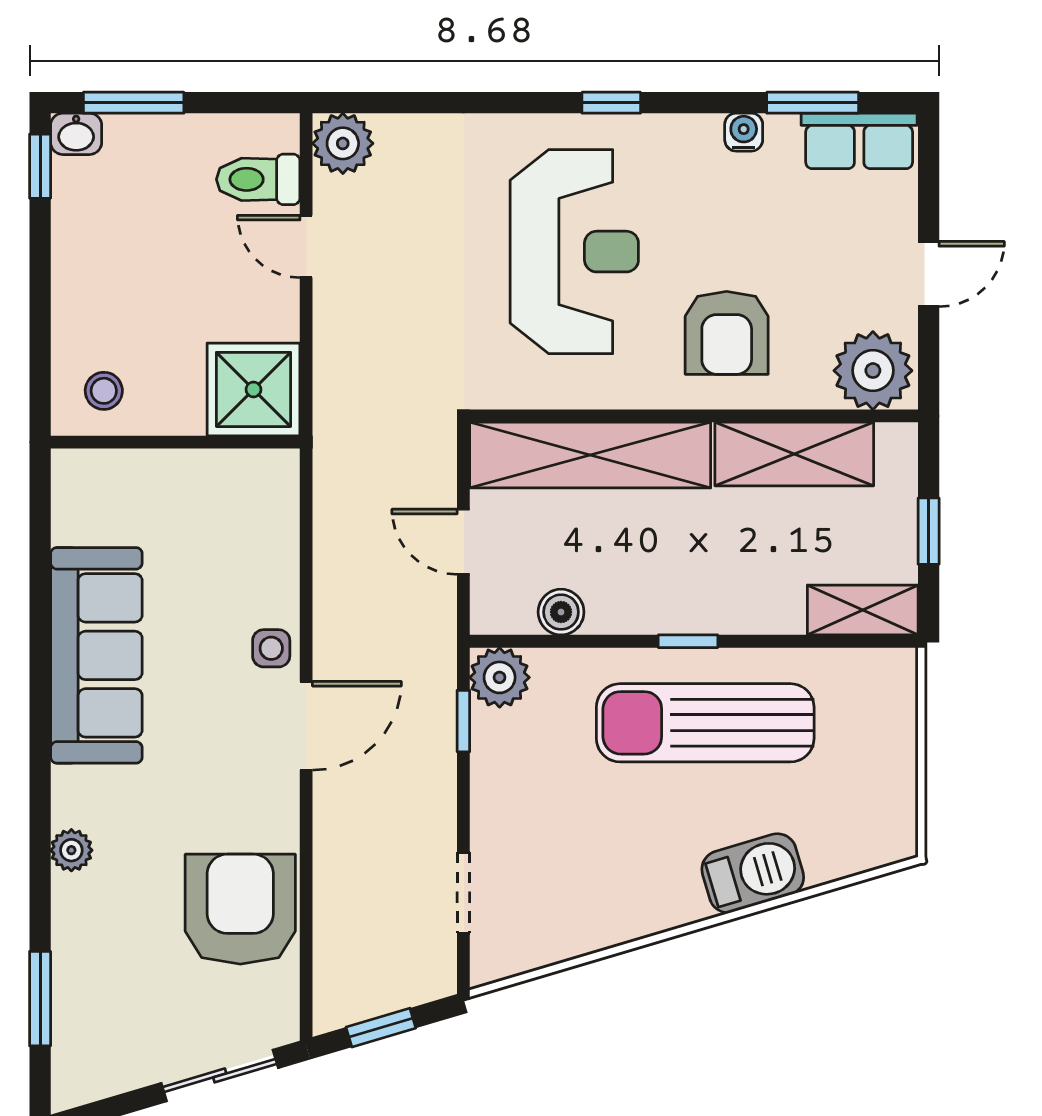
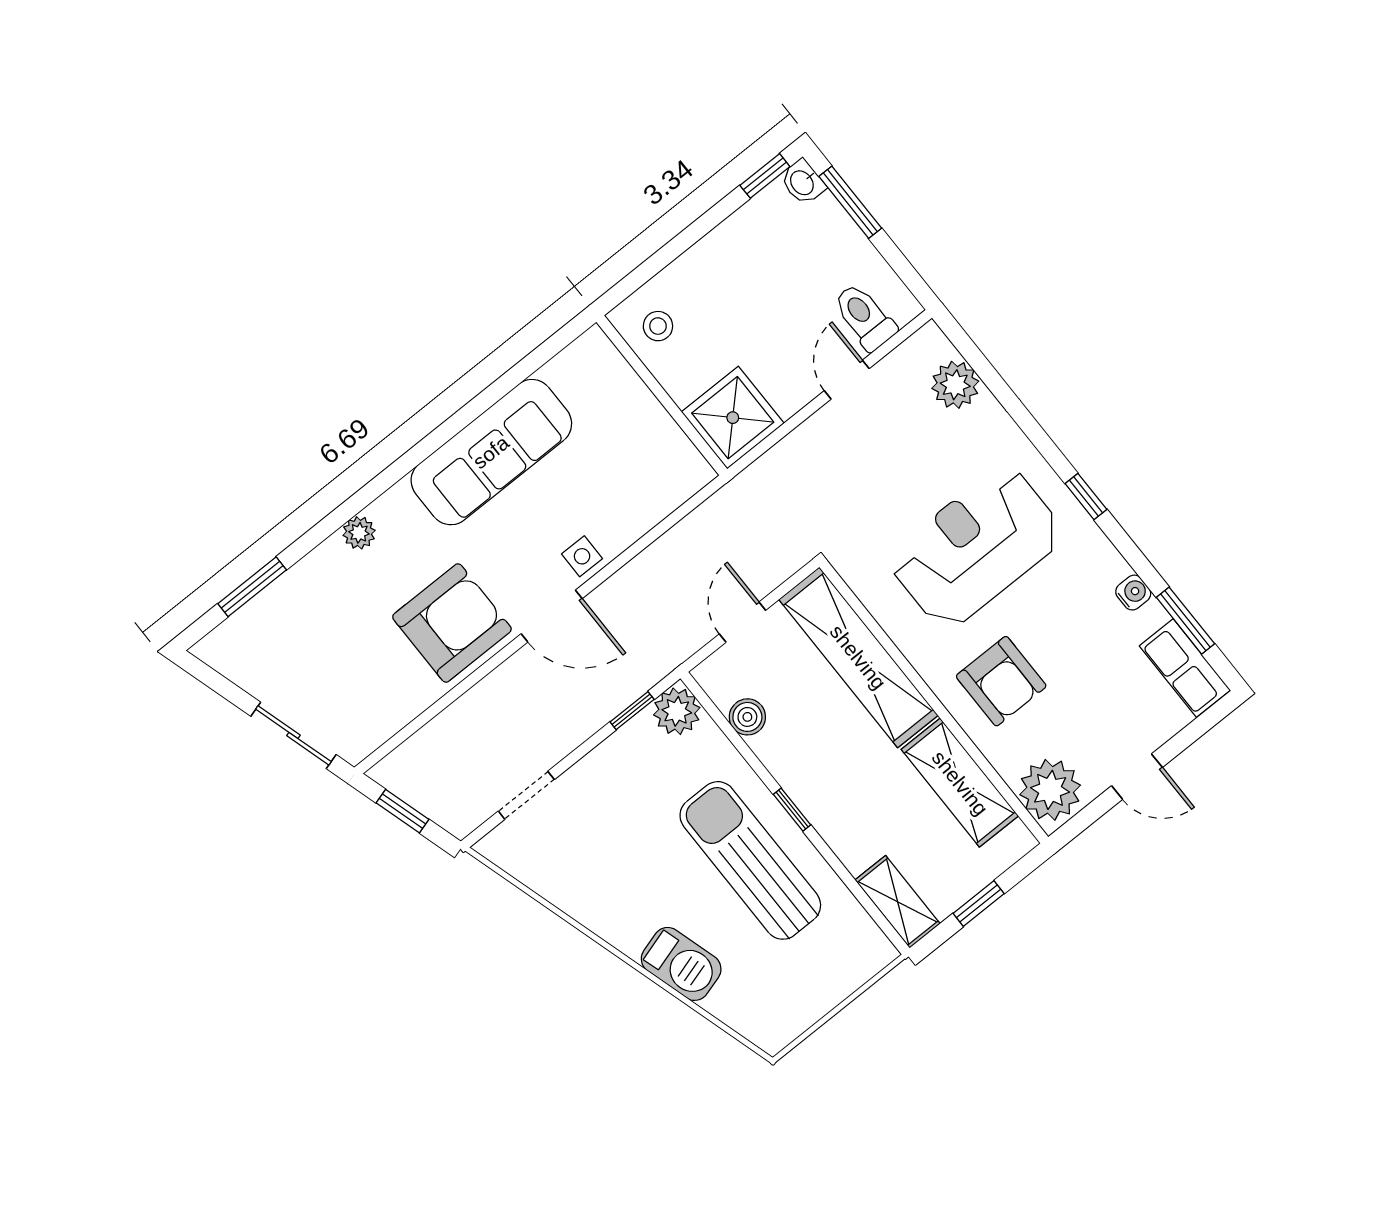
plant: (343, 143) -> (955, 385), moved
reception desk: (574, 252) -> (976, 547), turned 180
armchair: (727, 333) -> (1001, 681), turned -90
armchair: (240, 909) -> (452, 623), moved

